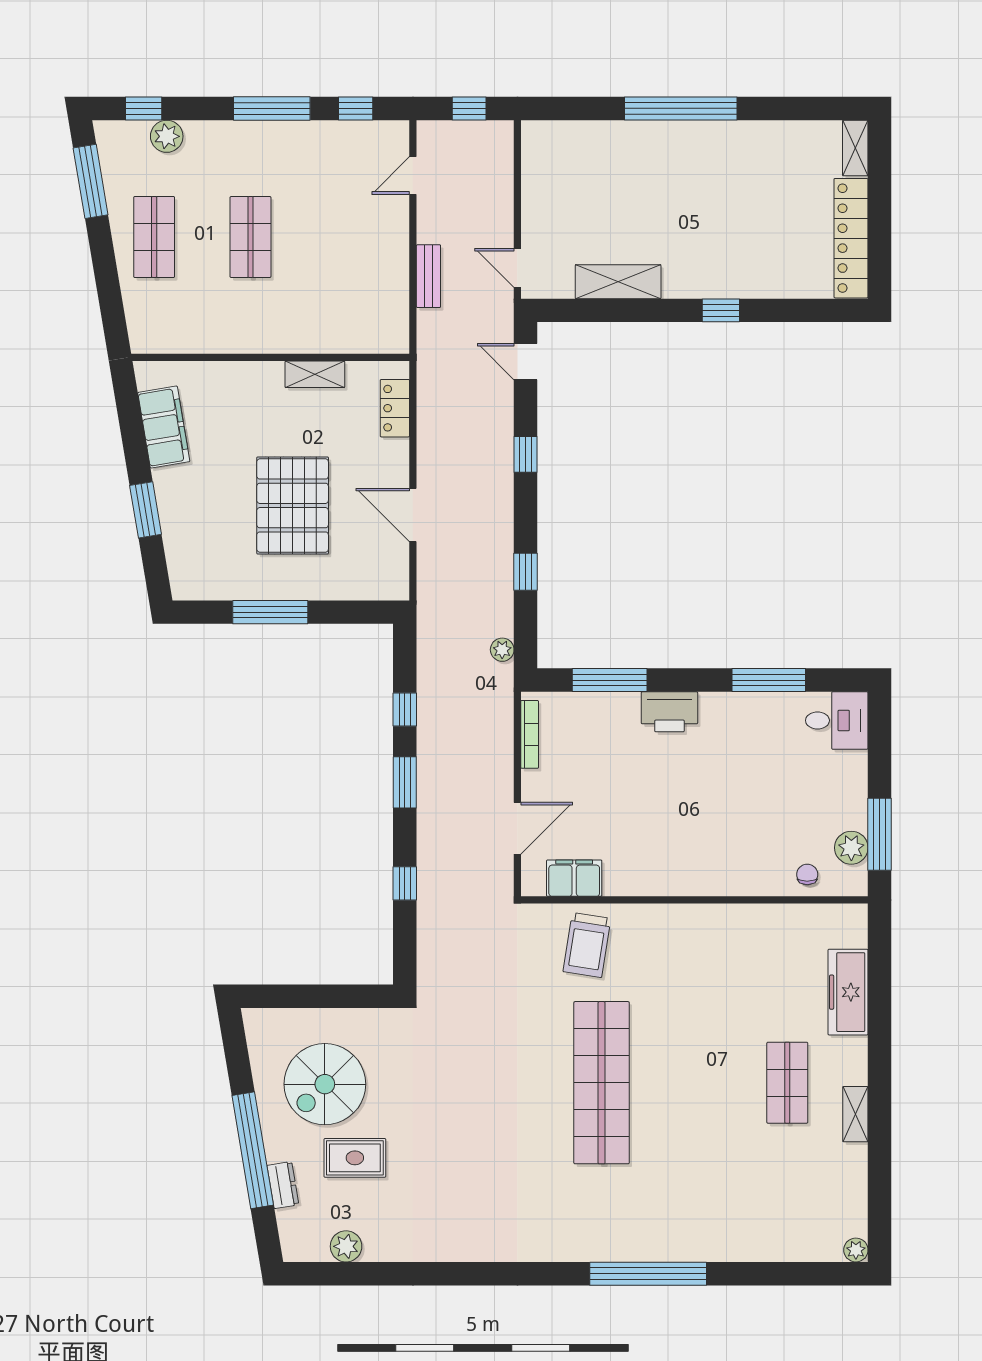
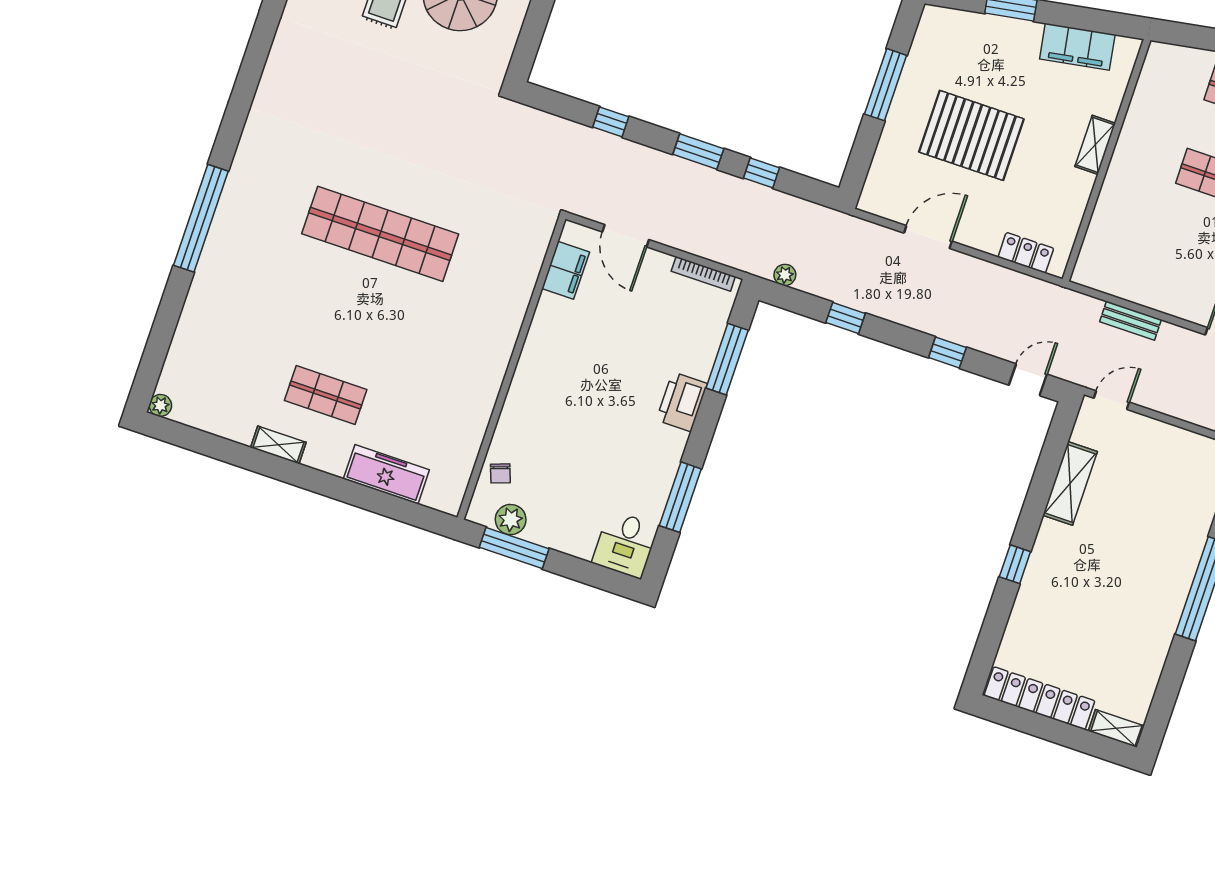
shelving: (315, 374) -> (1095, 145), moved
chair: (807, 874) -> (500, 473), turned 70
trolley: (587, 945) -> (504, 262), removed

